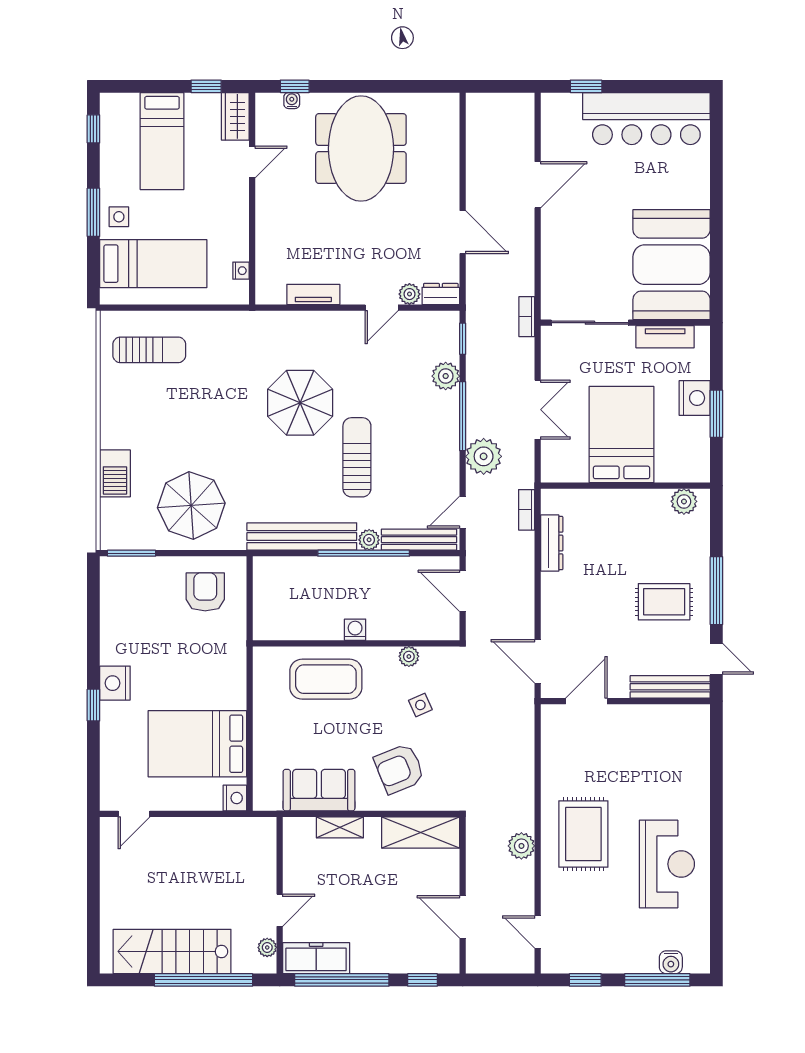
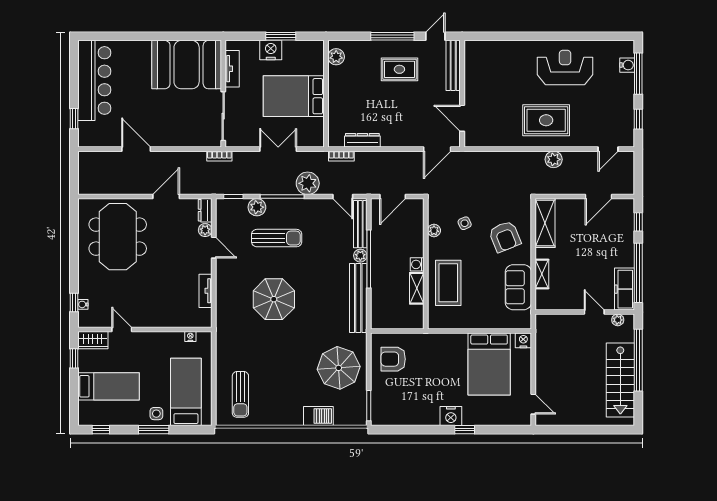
meeting table: (361, 149) -> (118, 237), moved, turned 90
sun lounger: (149, 350) -> (240, 394), turned 180
sun lounger: (357, 457) -> (277, 238), moved, turned 180
rug: (664, 602) -> (399, 69), turned 90
shelving: (317, 629) -> (417, 288), added

